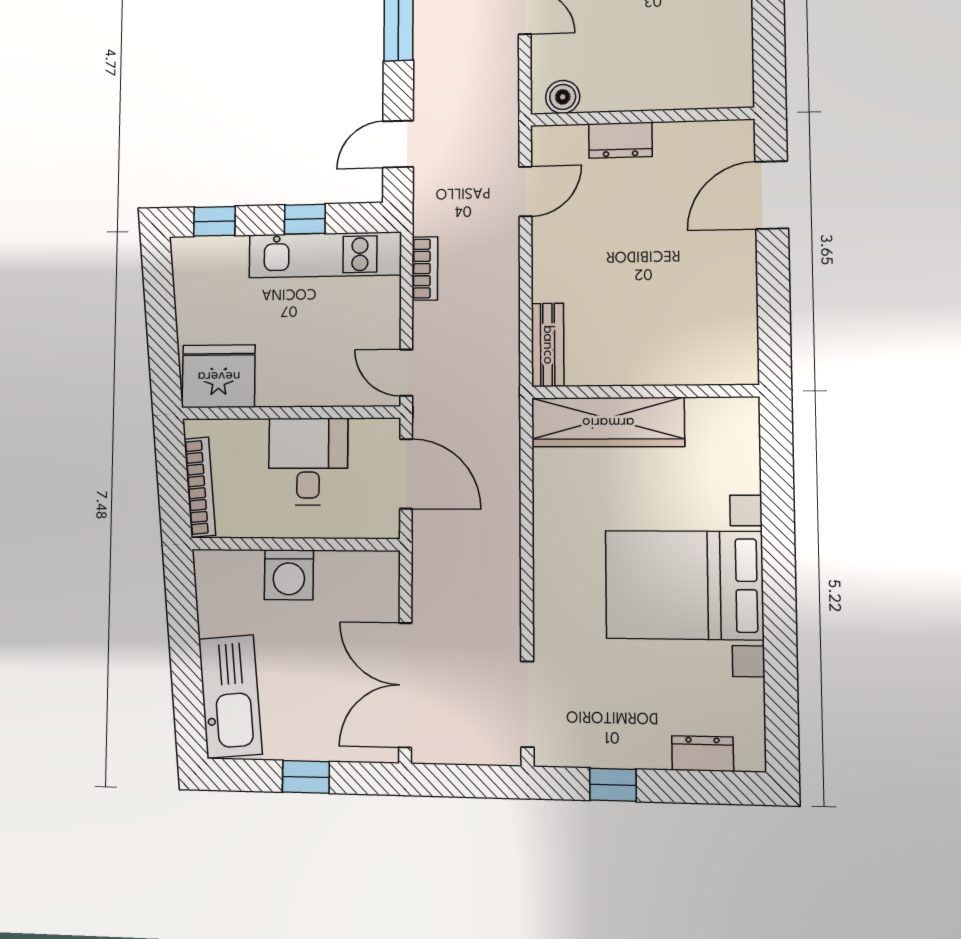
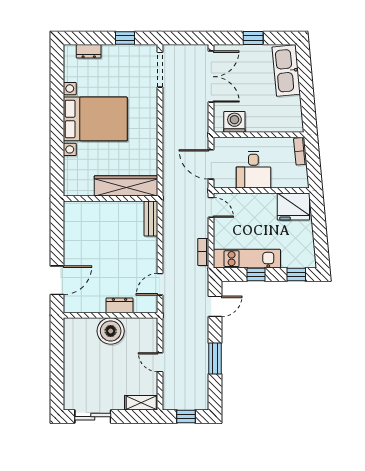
boiler: (563, 97) -> (111, 331), moved, width x1.86, depth x1.86
bookcase: (200, 487) -> (300, 151), width x0.64
washing machine: (289, 575) -> (234, 122), moved

